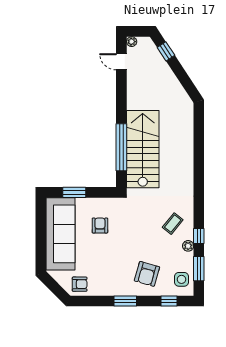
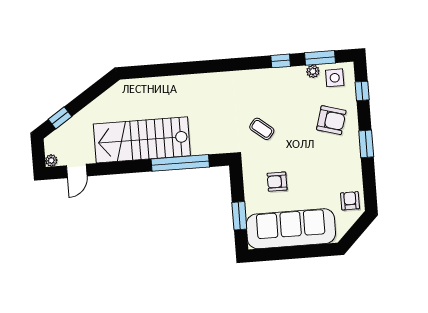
stairs: (143, 149) -> (142, 140), moved
coffee table: (173, 224) -> (262, 129), moved
plant: (188, 246) -> (313, 71), moved

